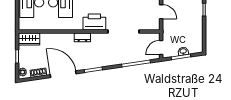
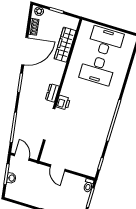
door: (161, 12) -> (58, 168), hinge flipped
printer: (94, 22) -> (63, 103), width x0.53, depth x0.68
dresser: (82, 37) -> (52, 93), moved
wardrobe: (29, 39) -> (65, 45), moved, width x1.50

